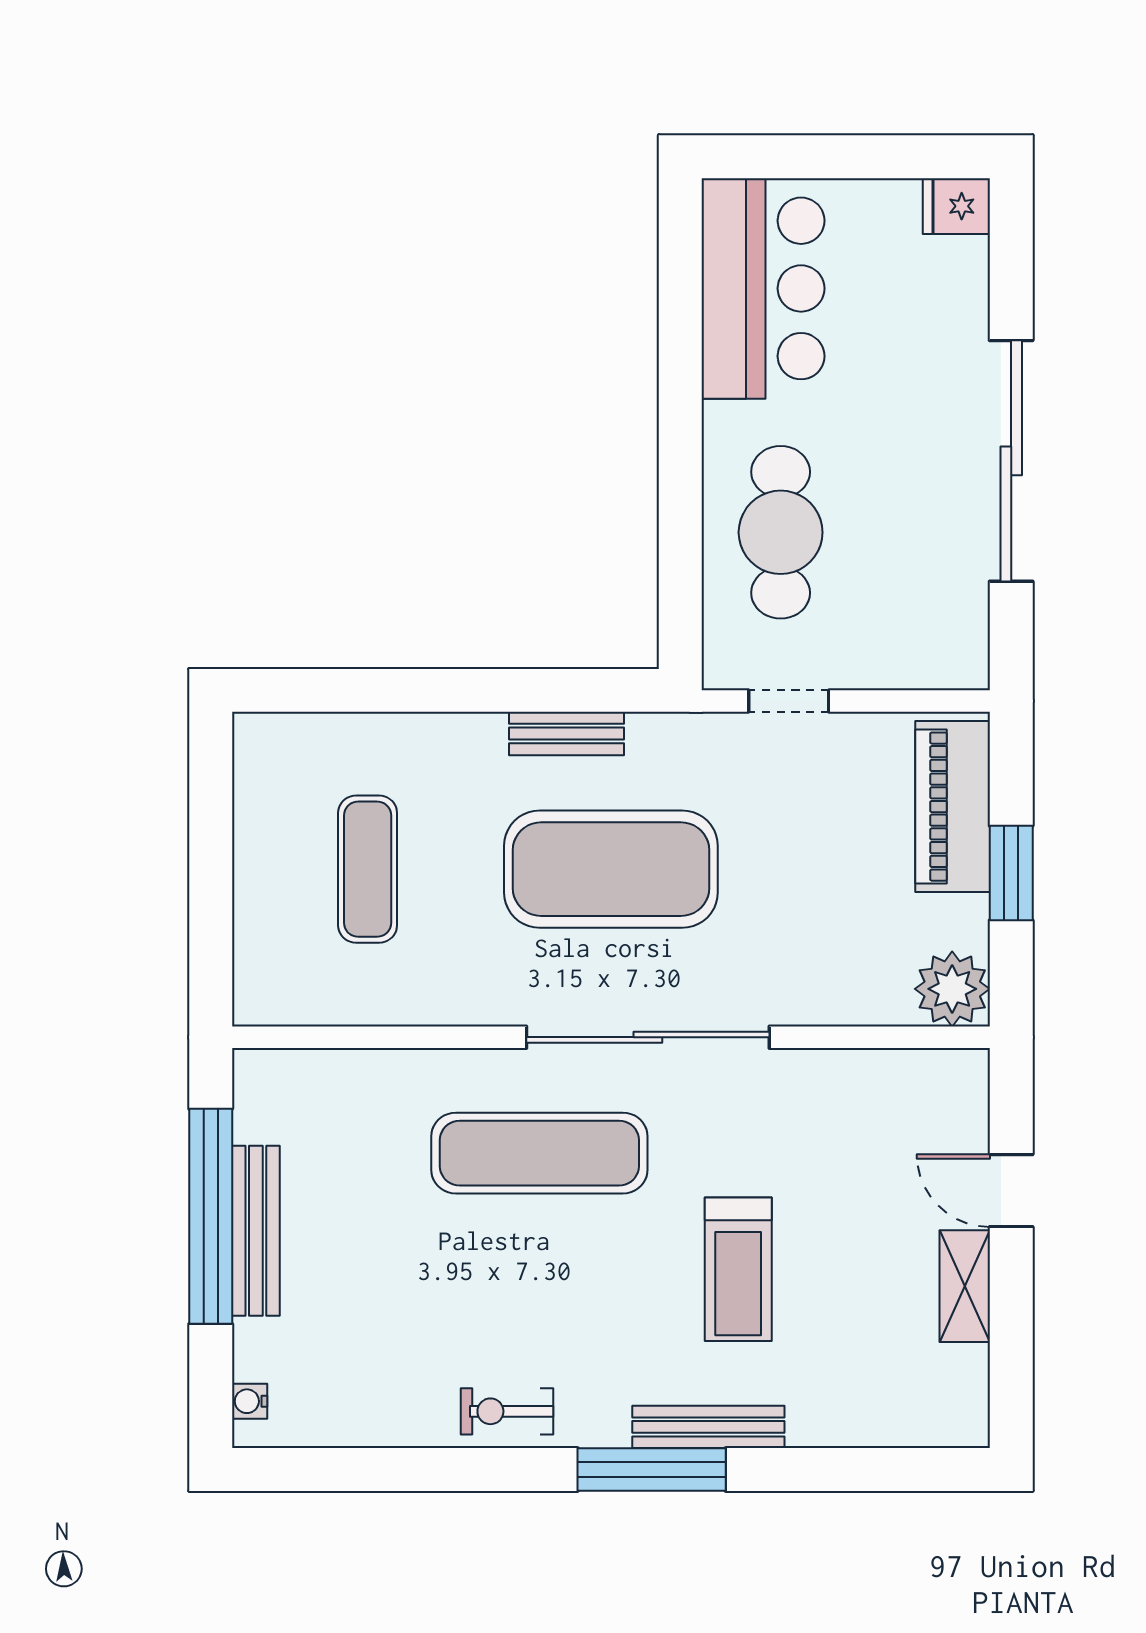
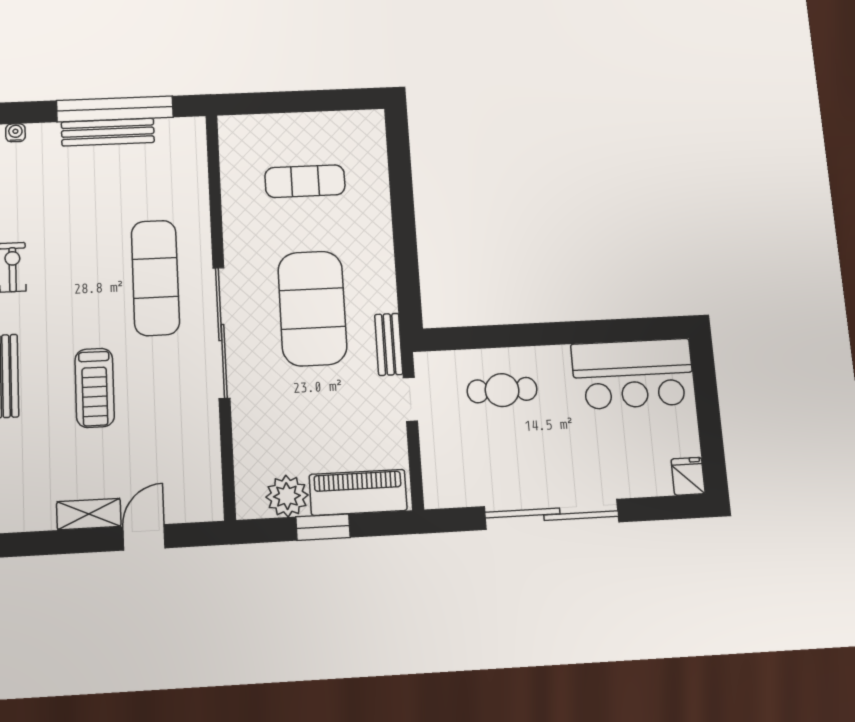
cafe table: (781, 532) -> (502, 390), width x0.73, depth x0.74
bench: (567, 734) -> (389, 344), moved
plant: (952, 989) -> (287, 496), moved
treadmill: (738, 1269) -> (95, 388), turned -90

